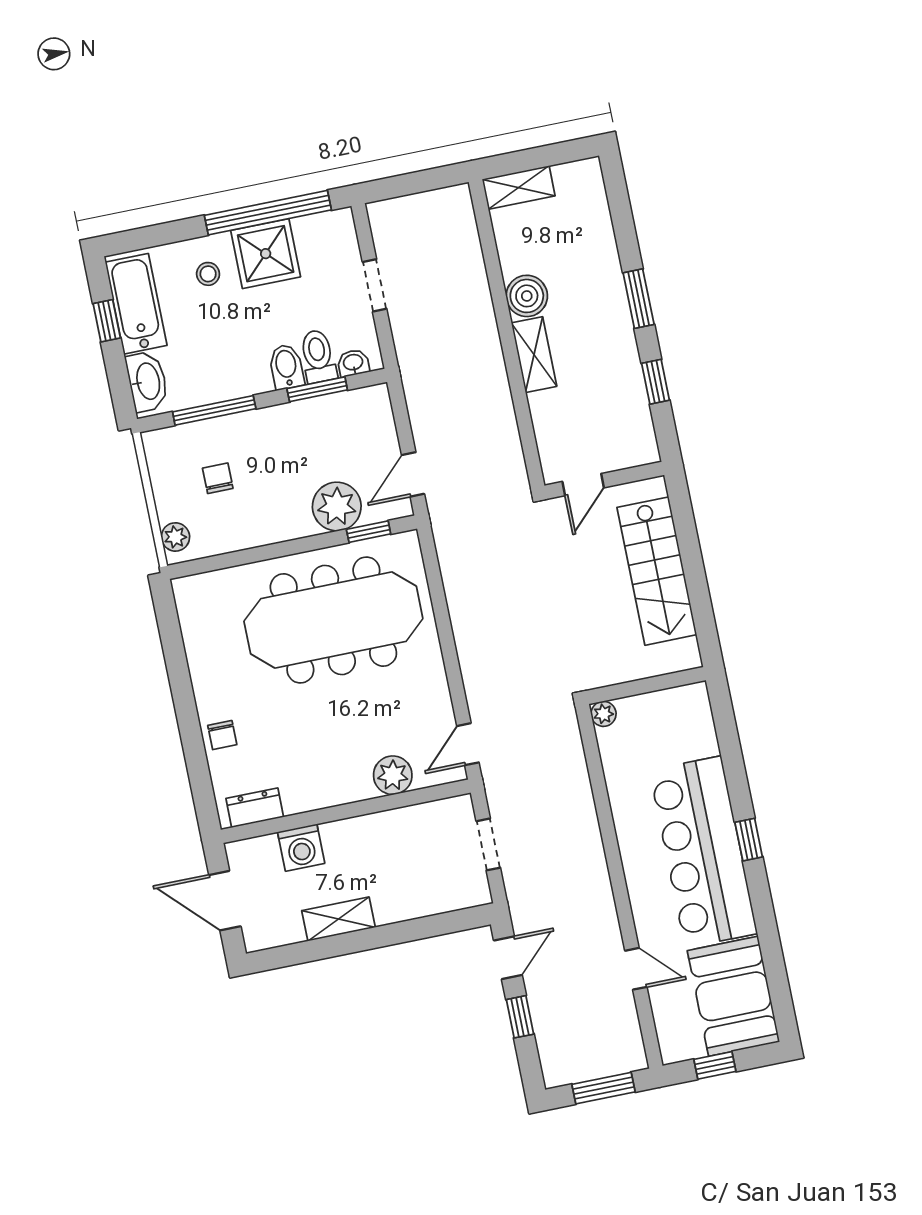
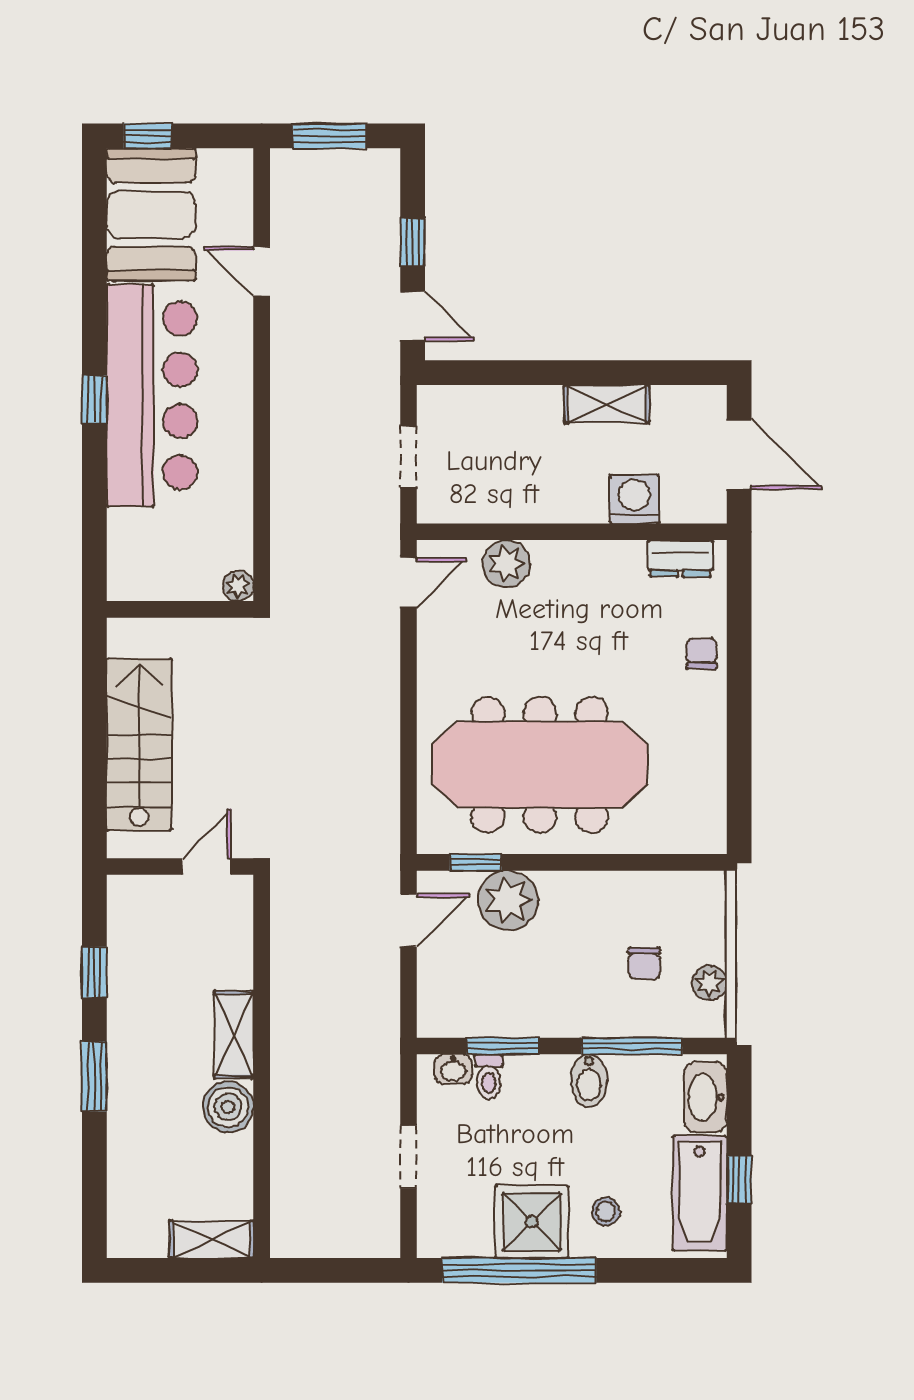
toilet: (318, 356) -> (489, 1077), width x0.73, depth x0.72
bidet: (286, 367) -> (589, 1081), moved
plant: (175, 537) -> (709, 983), moved
door: (508, 958) -> (413, 316), swing flipped
window: (715, 1065) -> (148, 136), moved

